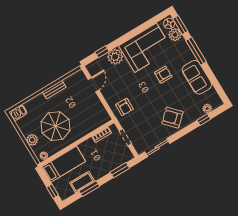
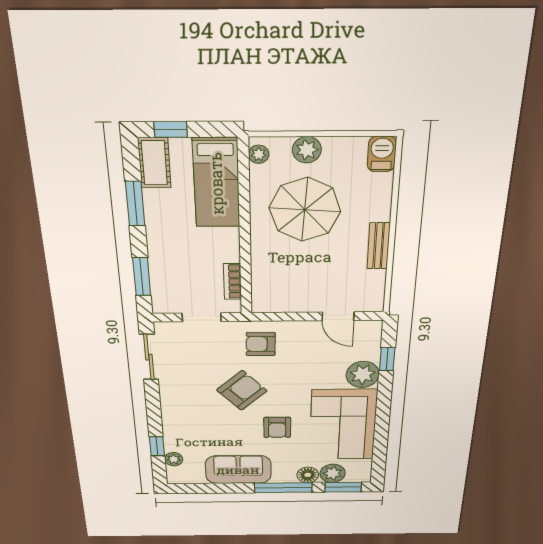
floor lamp: (169, 23) -> (308, 475), moved
armchair: (172, 118) -> (242, 390), moved
cot: (82, 182) -> (154, 163), moved

